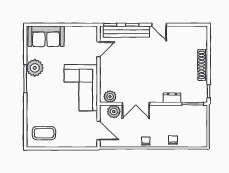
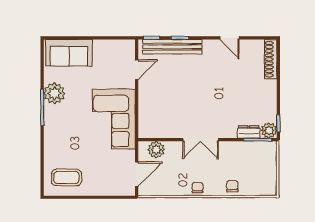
door: (159, 25) -> (230, 38), moved
shoe rack: (203, 65) -> (271, 59), moved
plant: (110, 97) -> (269, 130), moved
dresser: (172, 98) -> (249, 132), moved
double door: (136, 104) -> (201, 140), moved
door: (99, 130) -> (137, 174), hinge flipped

